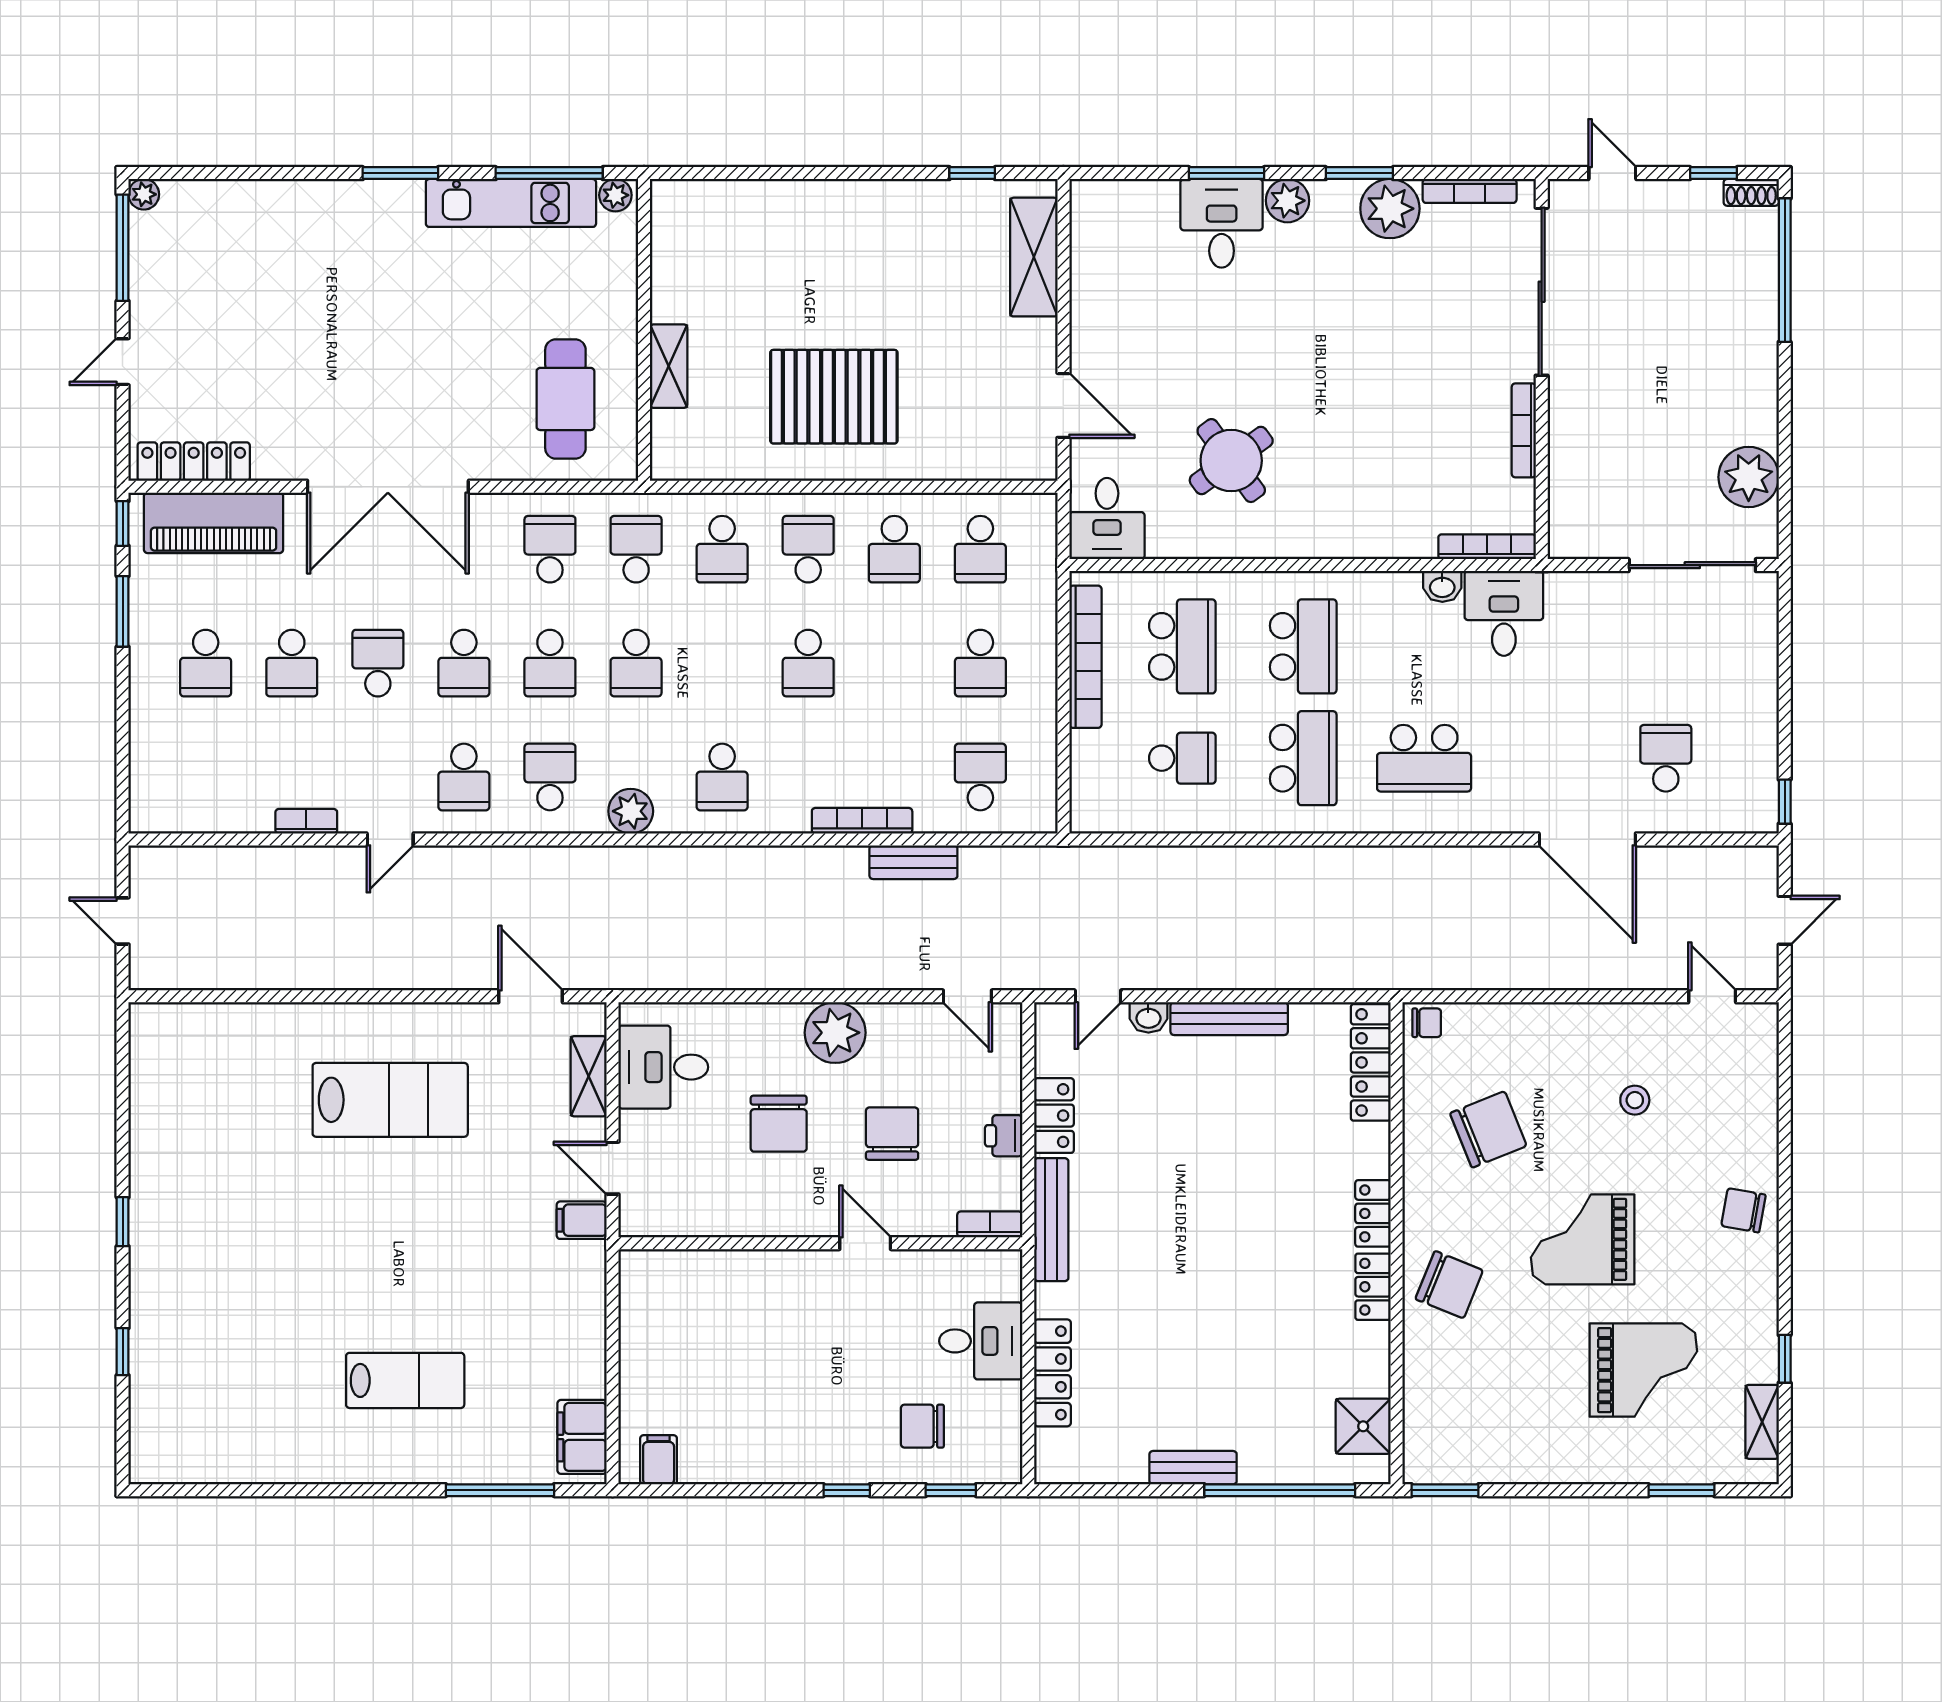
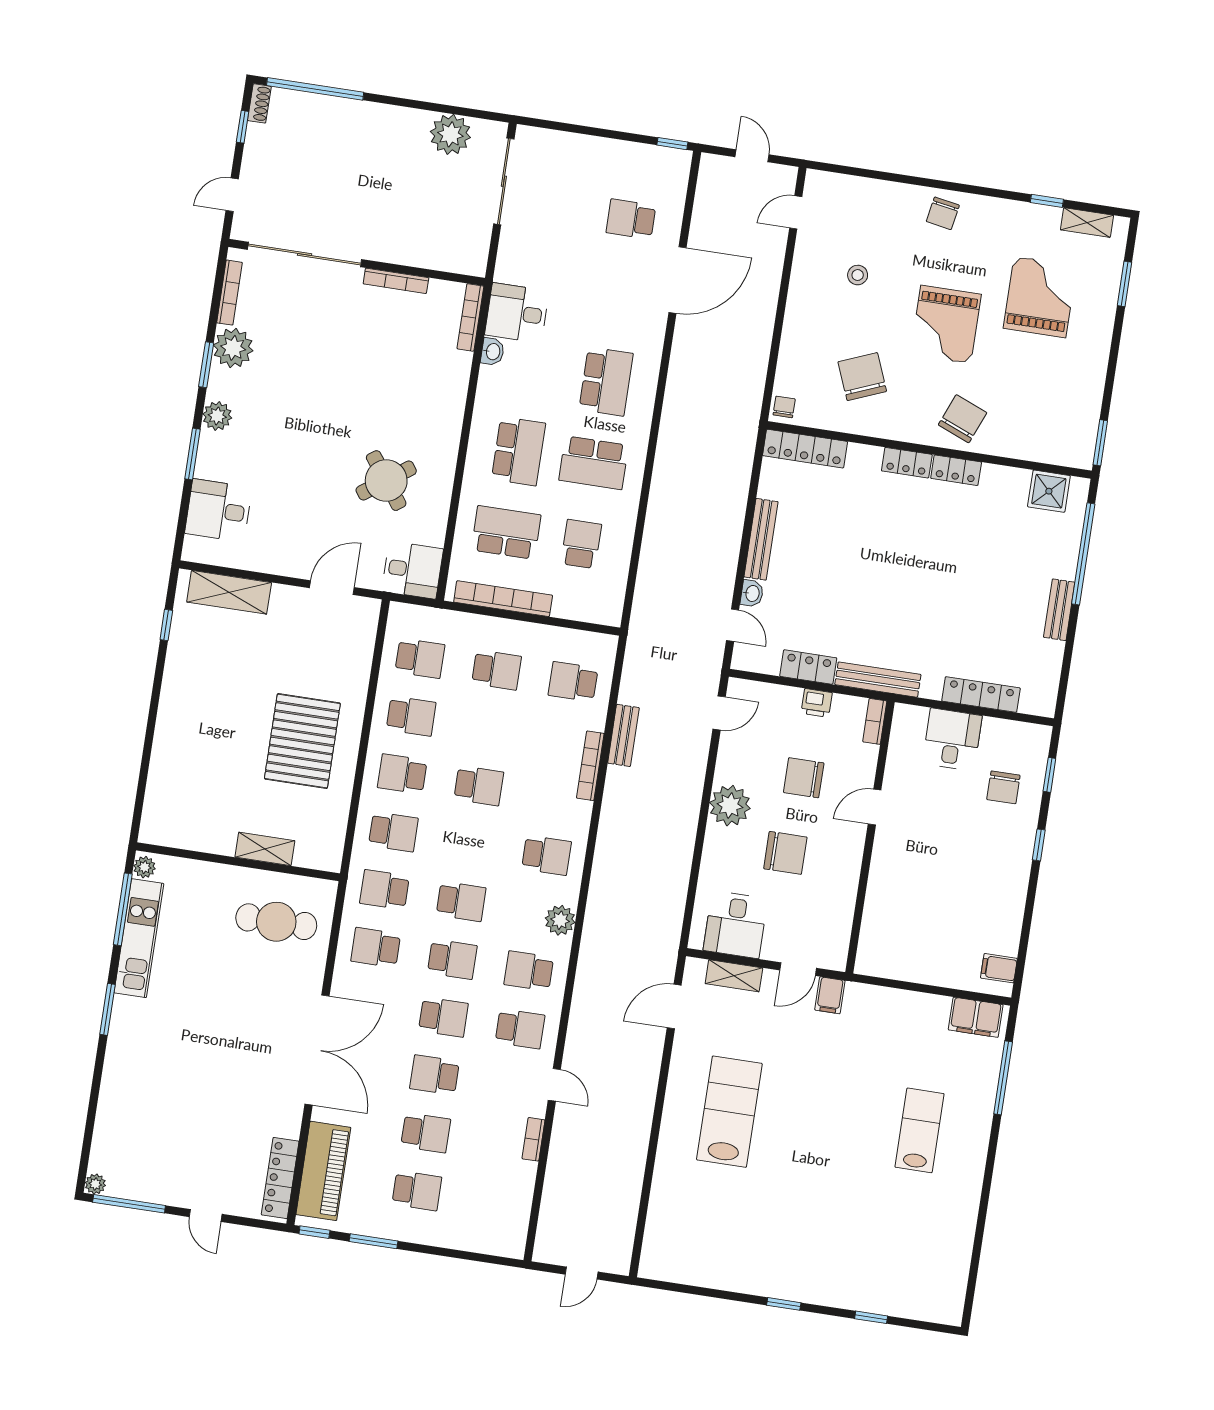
desk: (1222, 223) -> (218, 510), moved
school desk: (1303, 646) -> (518, 451), turned 90
school desk: (1303, 758) -> (594, 463), turned 180

